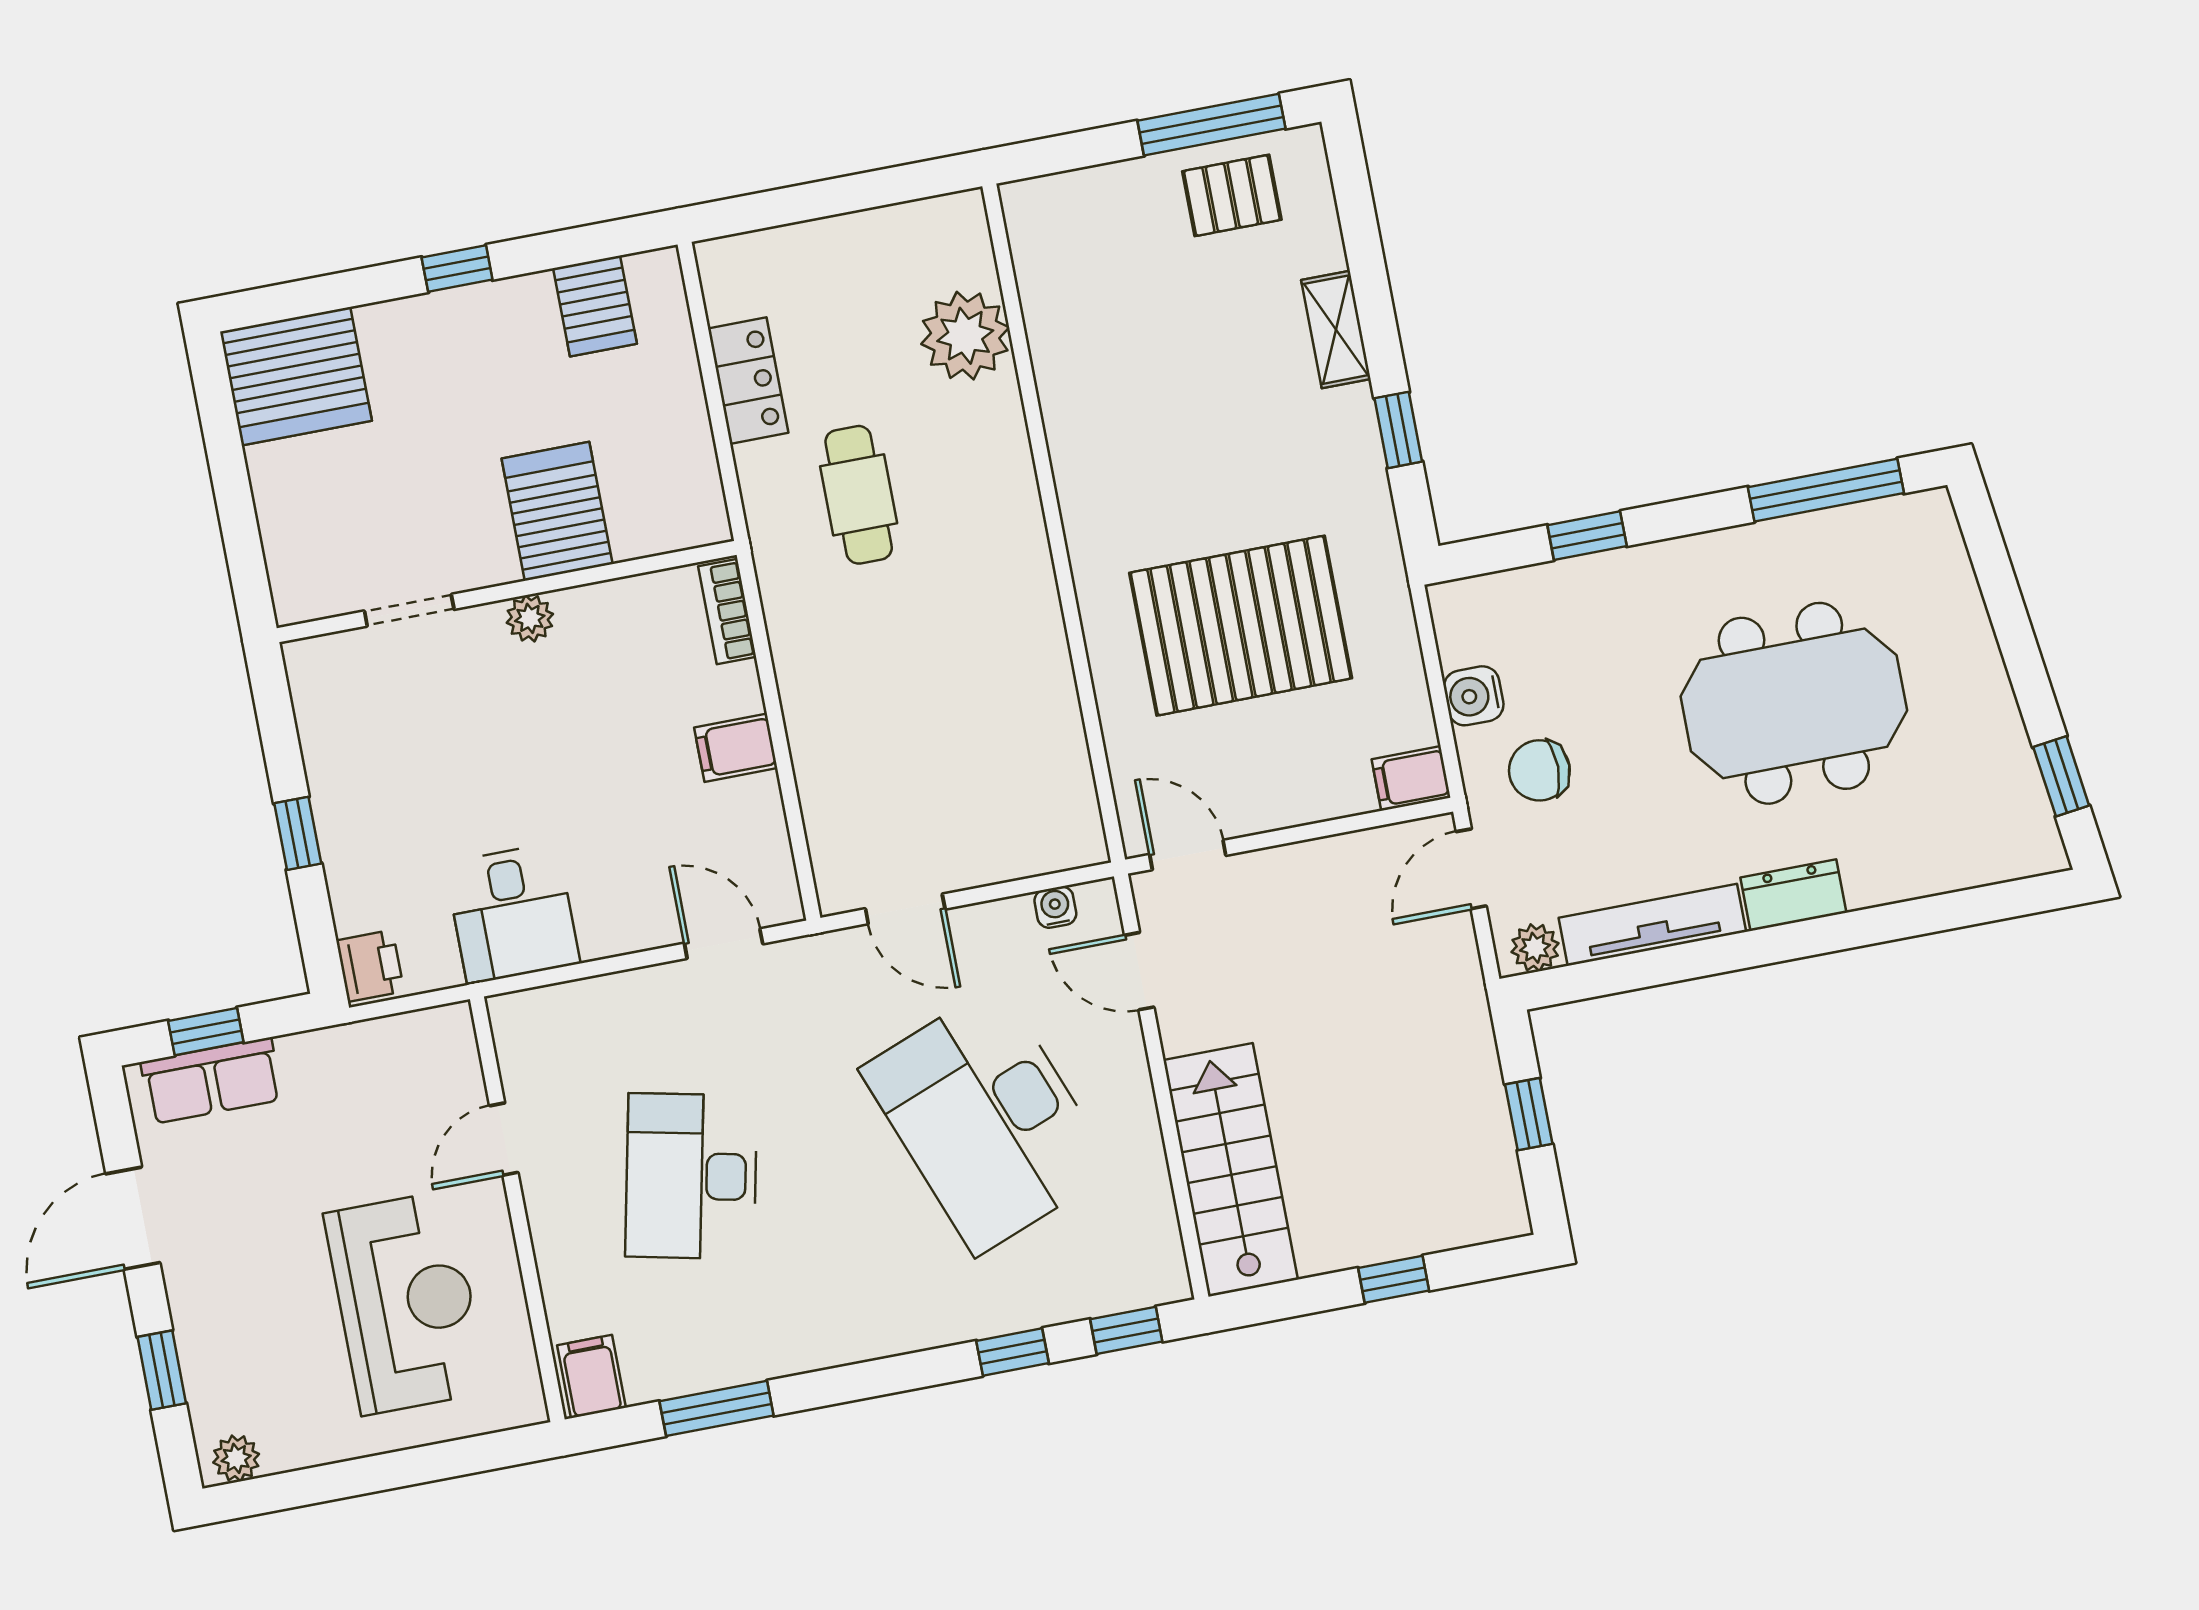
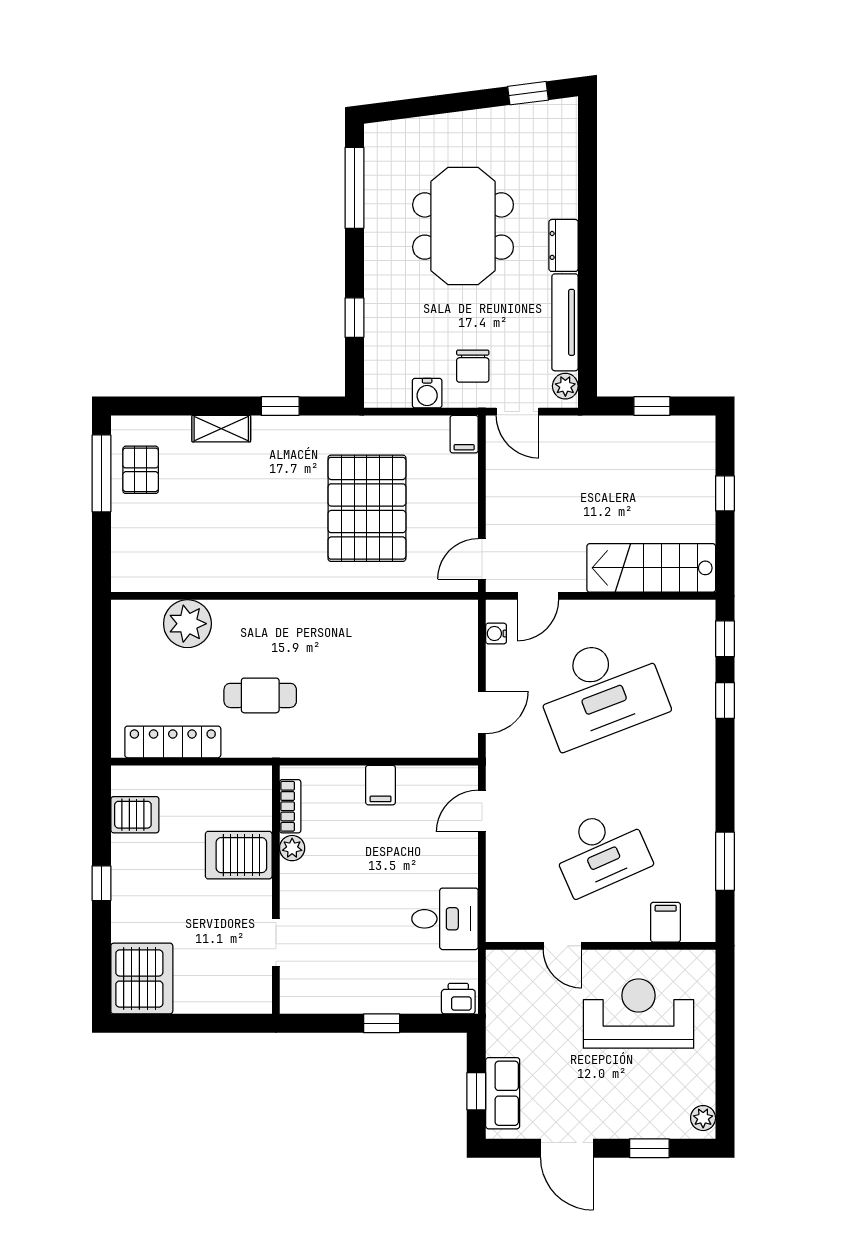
locker: (748, 381) -> (173, 742), width x1.53
bookcase: (727, 612) -> (290, 806), moved, turned -90
plant: (530, 618) -> (292, 848), moved
desk: (691, 1176) -> (601, 851), turned -36
filing cabinet: (591, 1376) -> (666, 922), moved, turned 90

